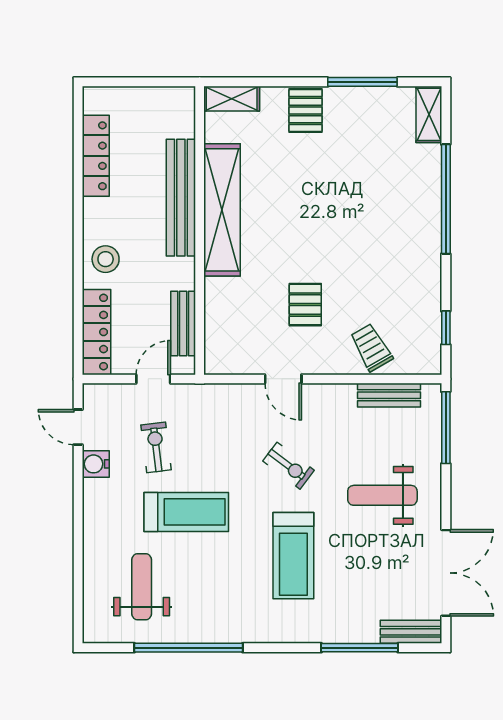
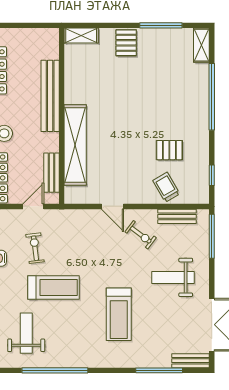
shelving: (222, 210) -> (75, 145), moved
pallet: (305, 305) -> (169, 150), moved, turned 90
exercise bike: (288, 466) -> (141, 235), moved

